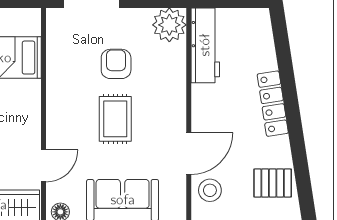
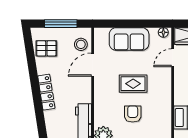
armchair: (116, 64) -> (133, 114), turned 180
rug: (115, 119) -> (133, 84), turned 90

